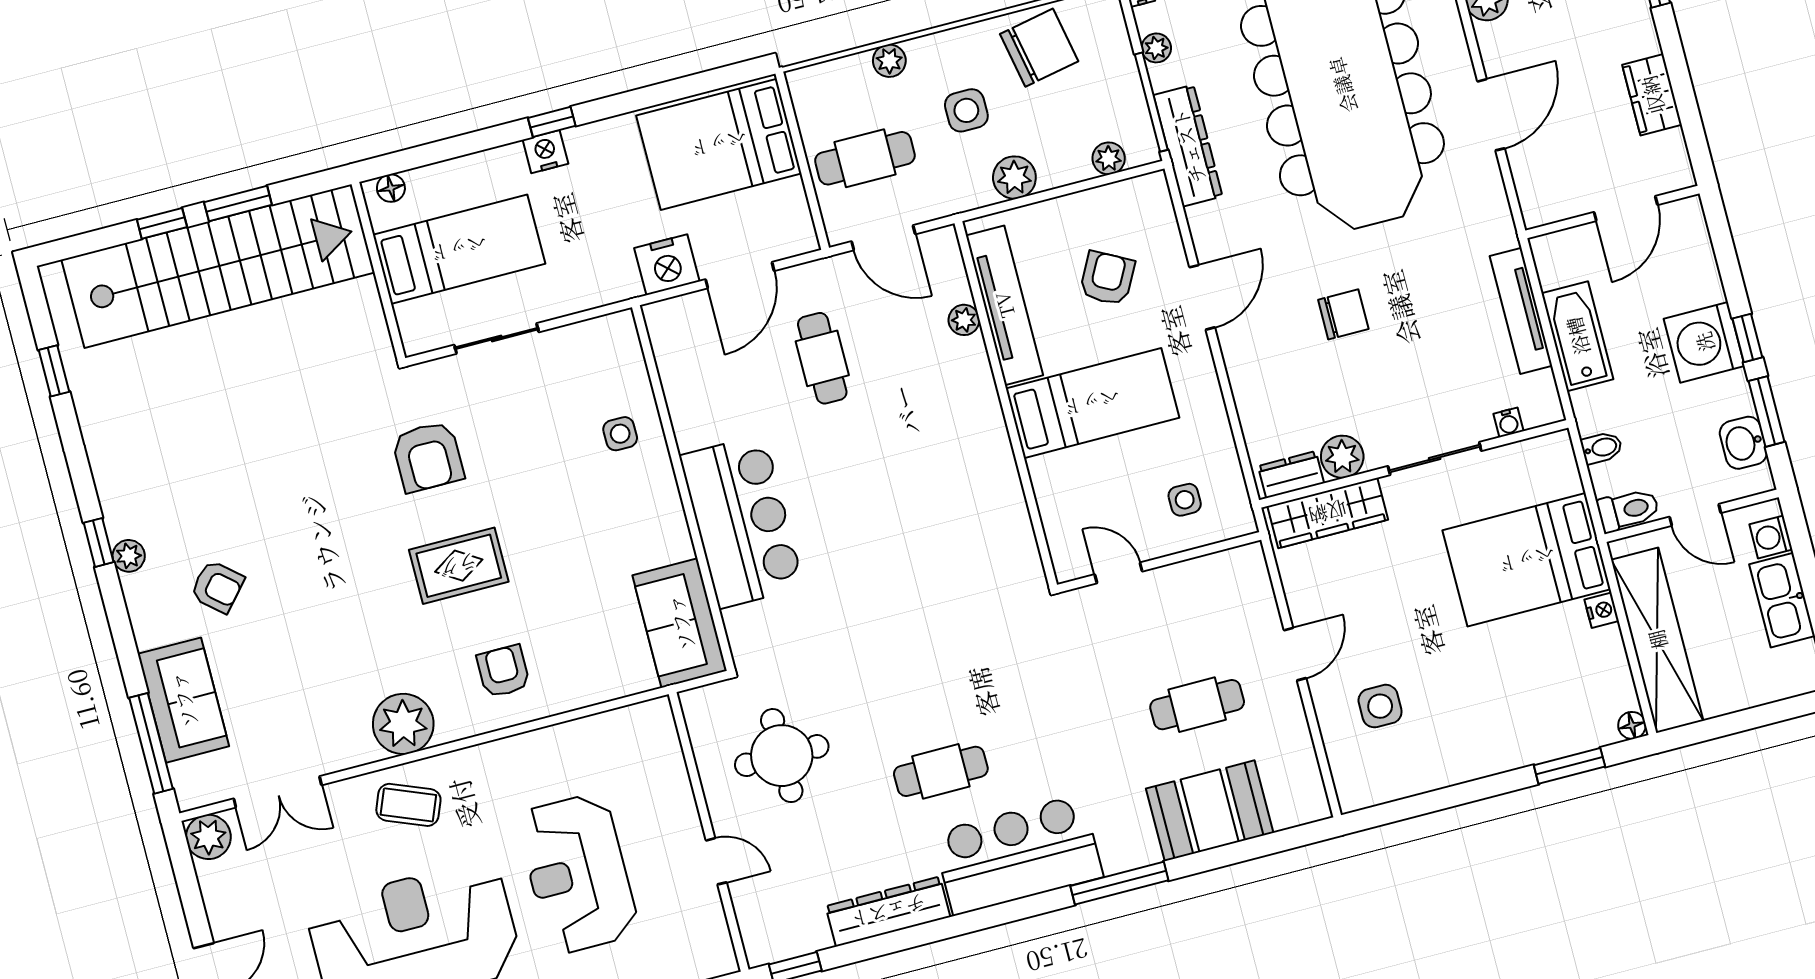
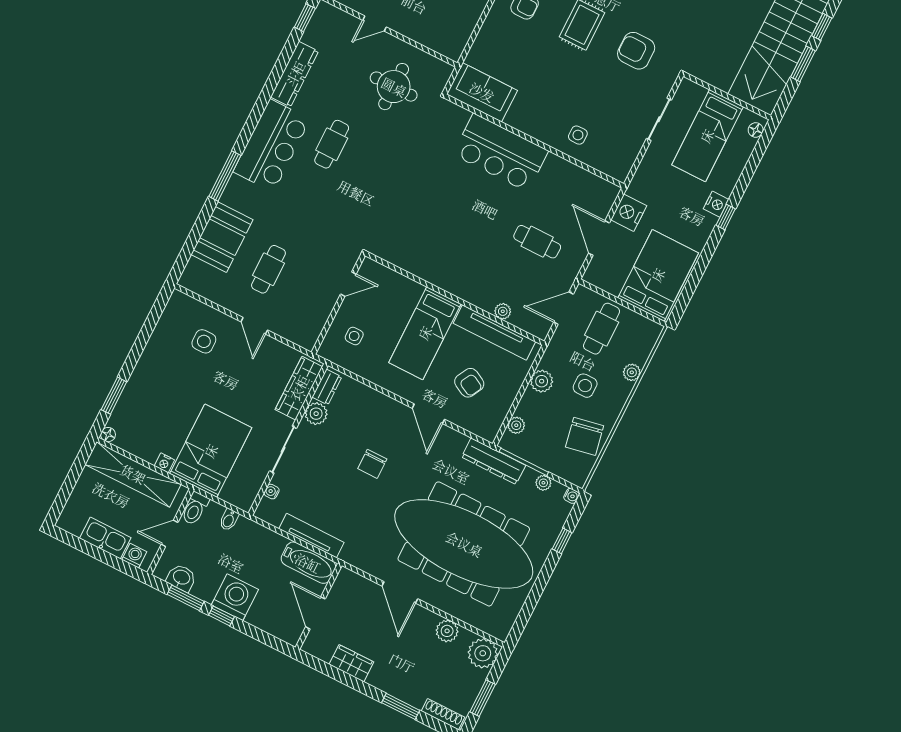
bathtub: (1577, 336) -> (308, 563), moved

